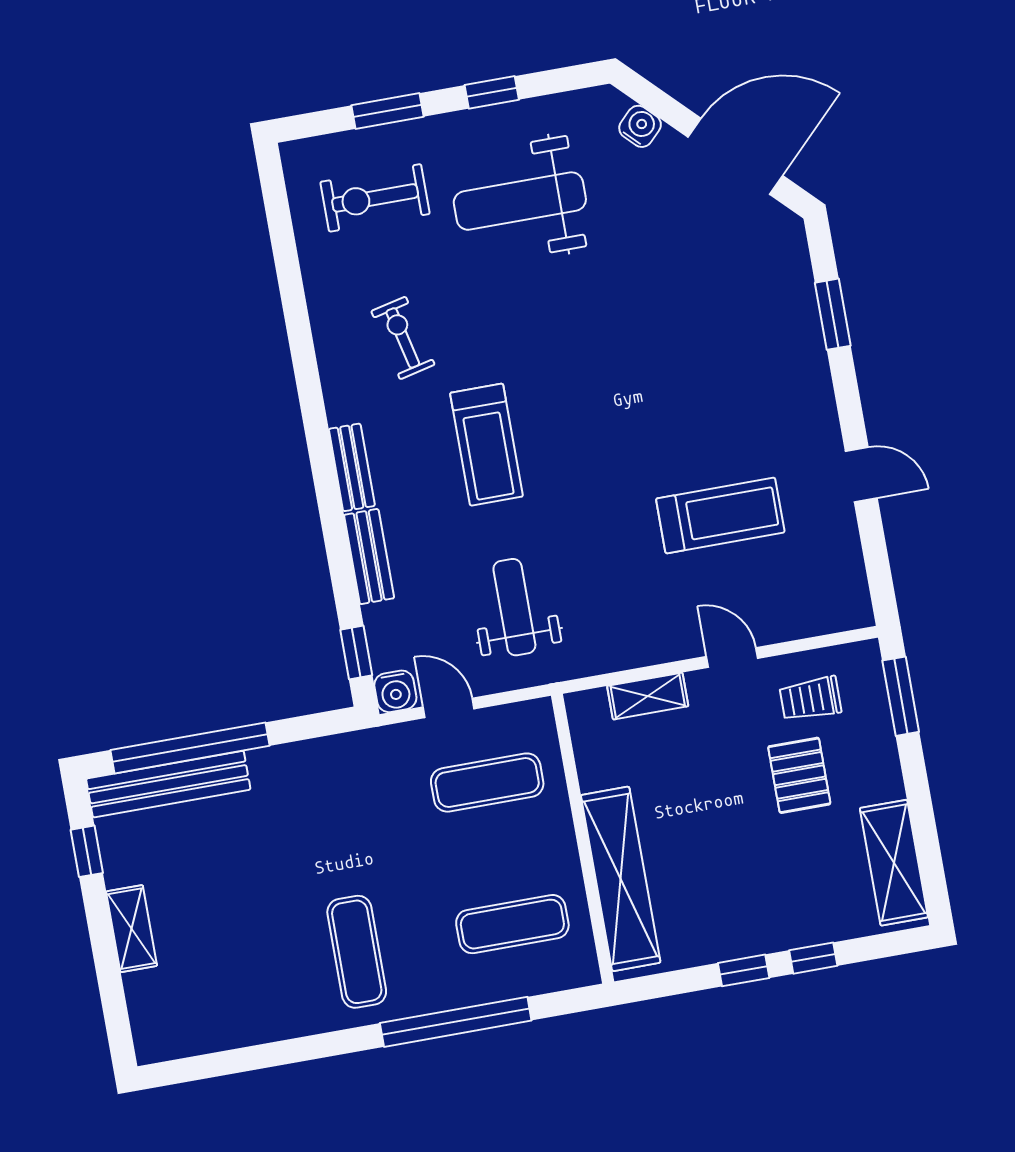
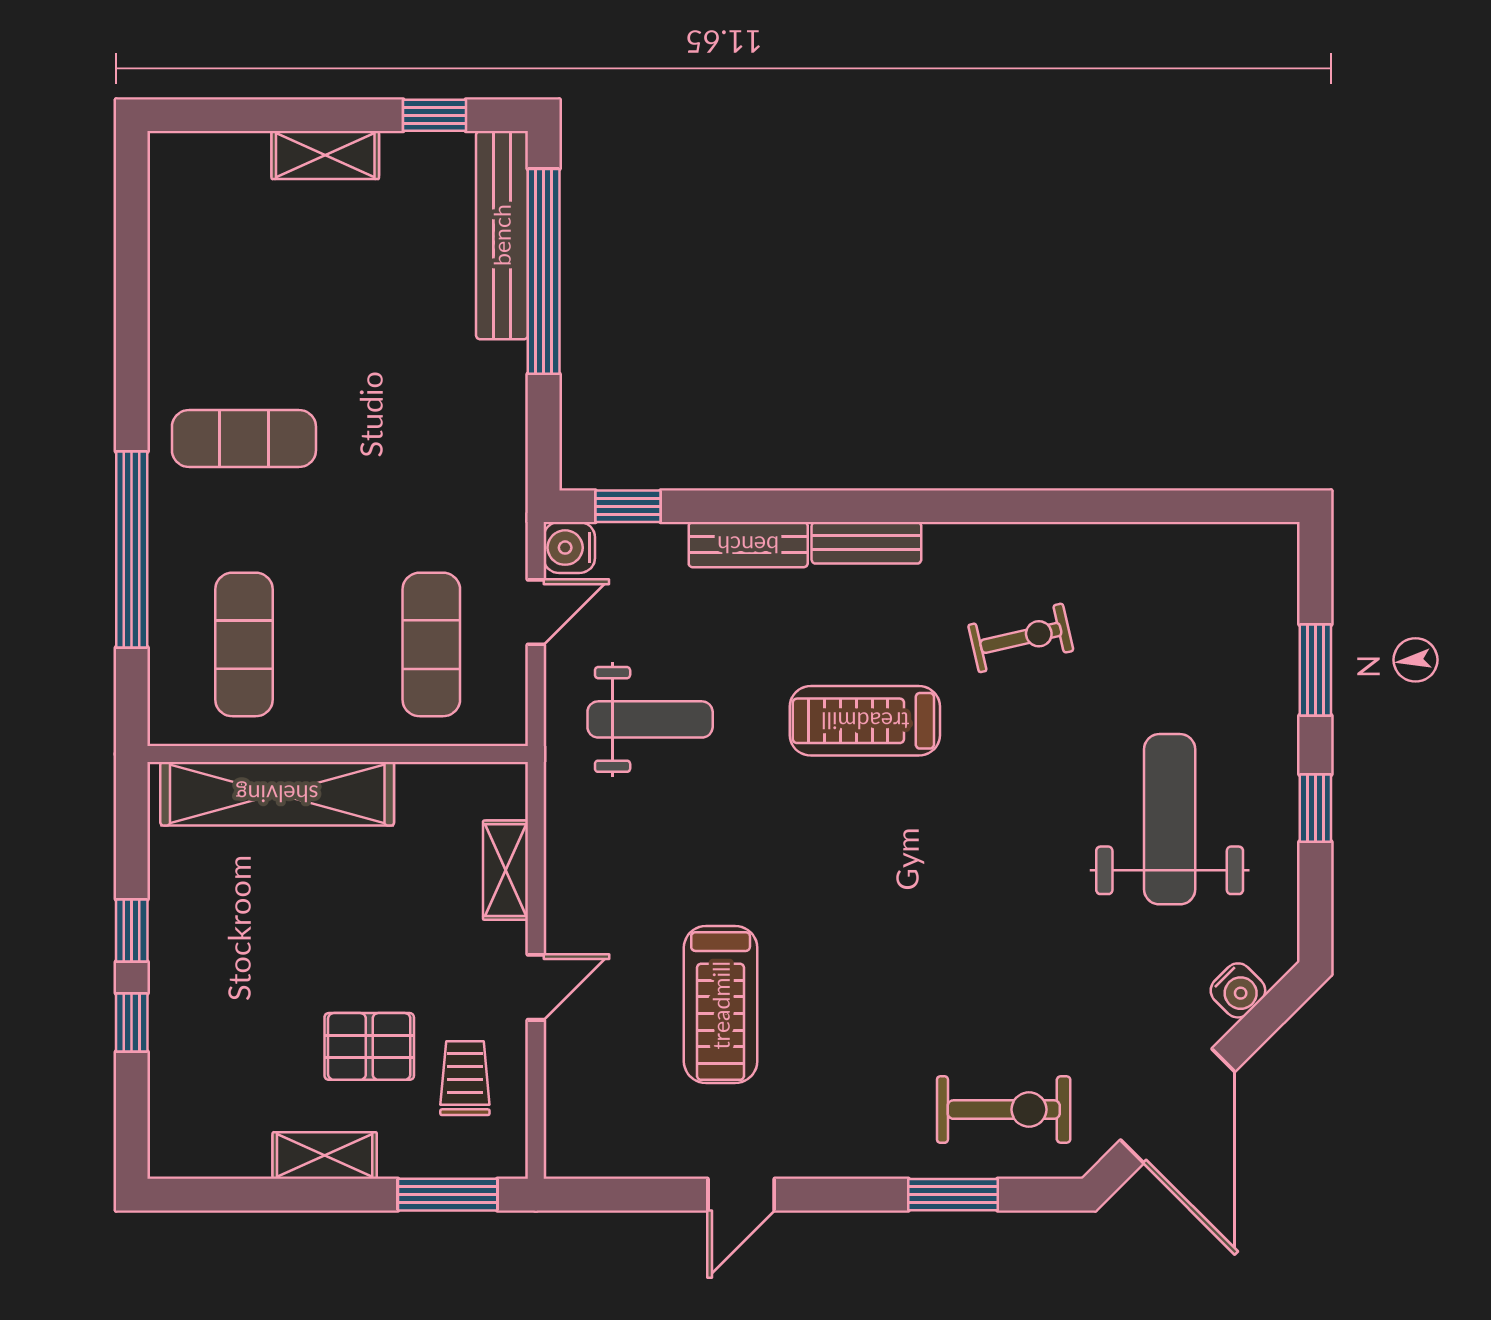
exercise bike: (375, 198) -> (1004, 1110), moved, turned 90
shelving: (894, 863) -> (325, 1156), moved, width x0.67, depth x0.75

